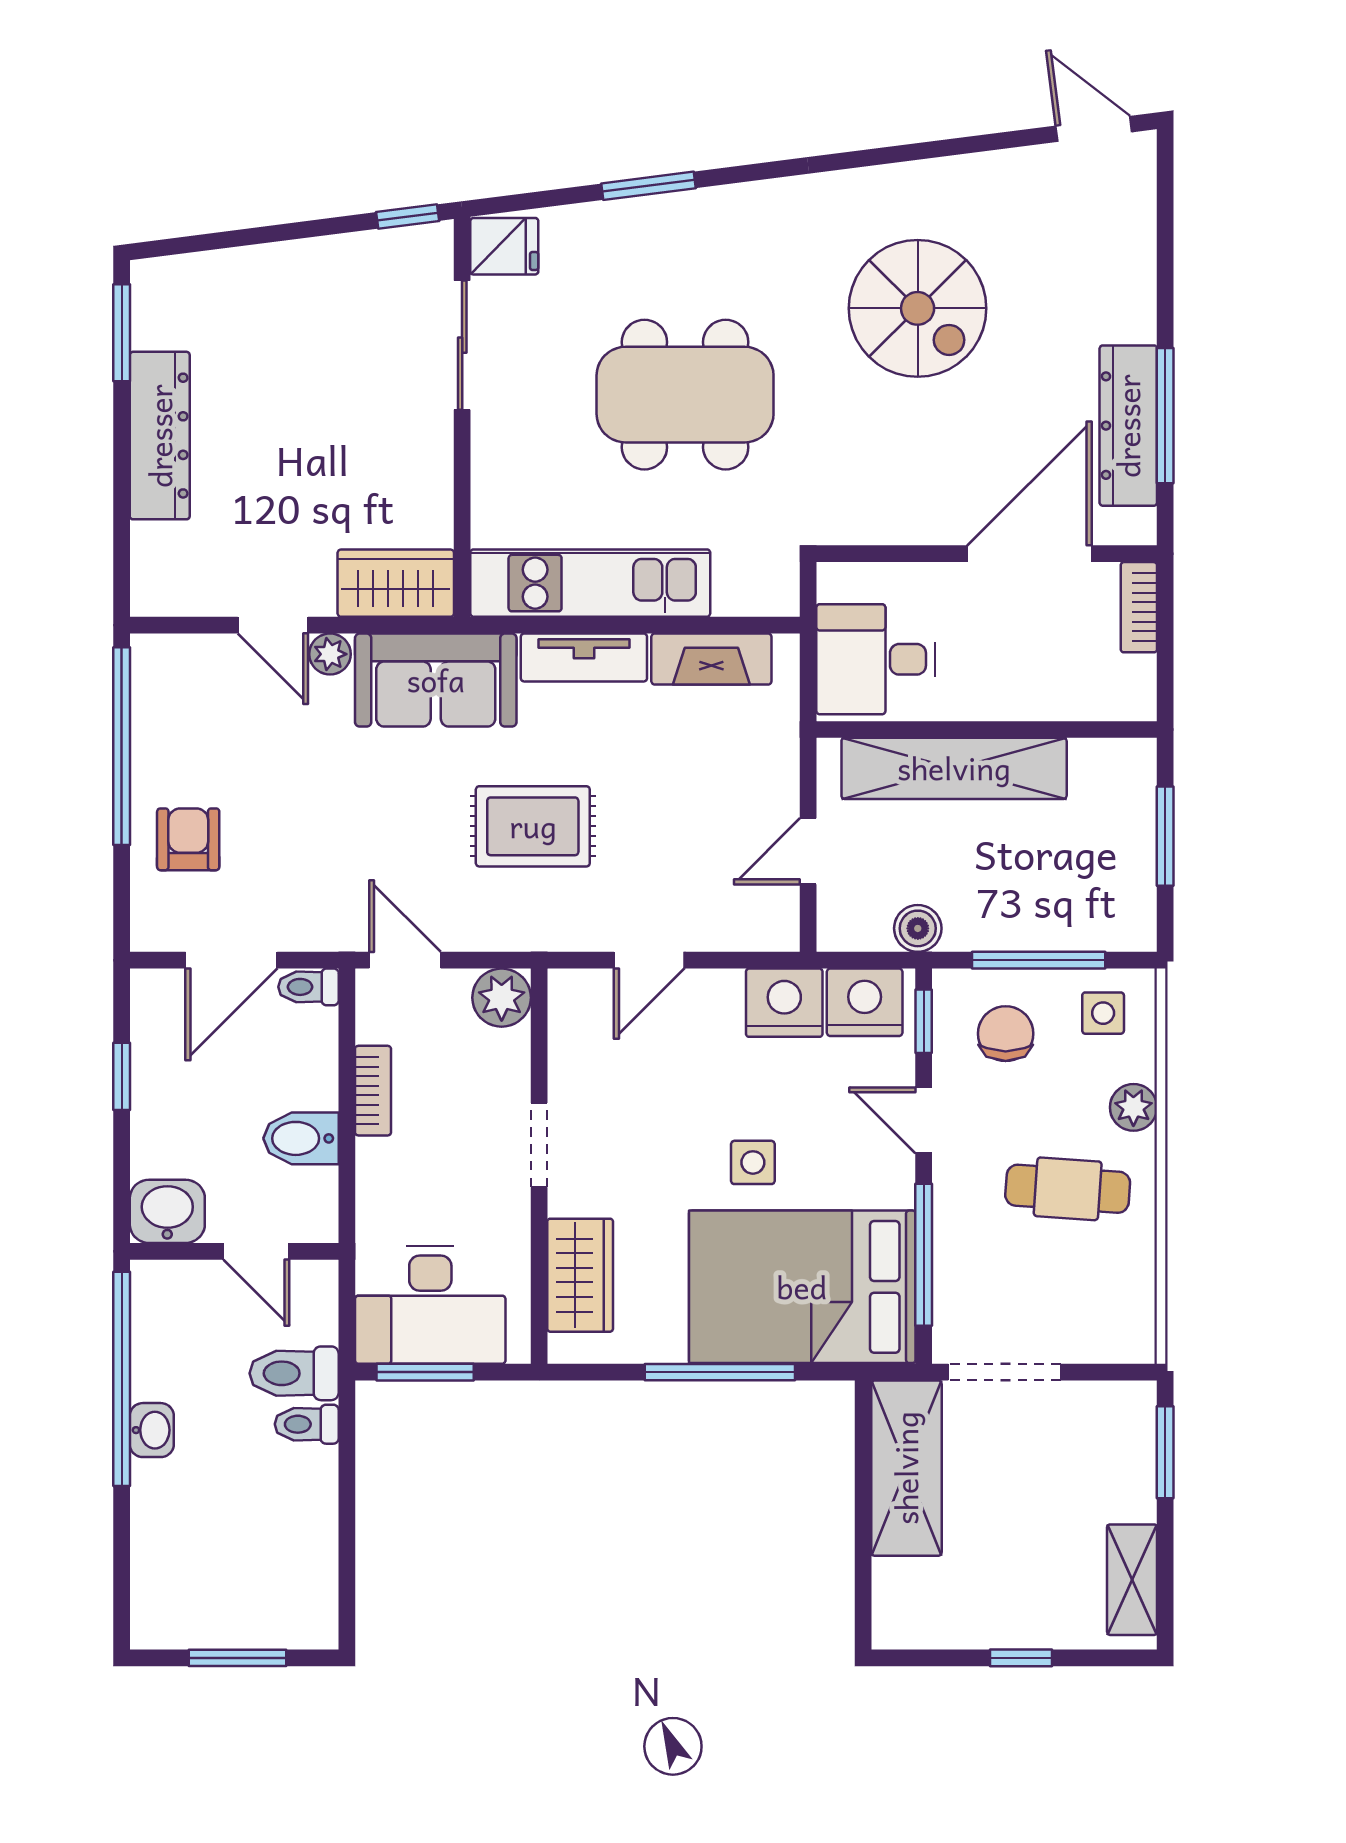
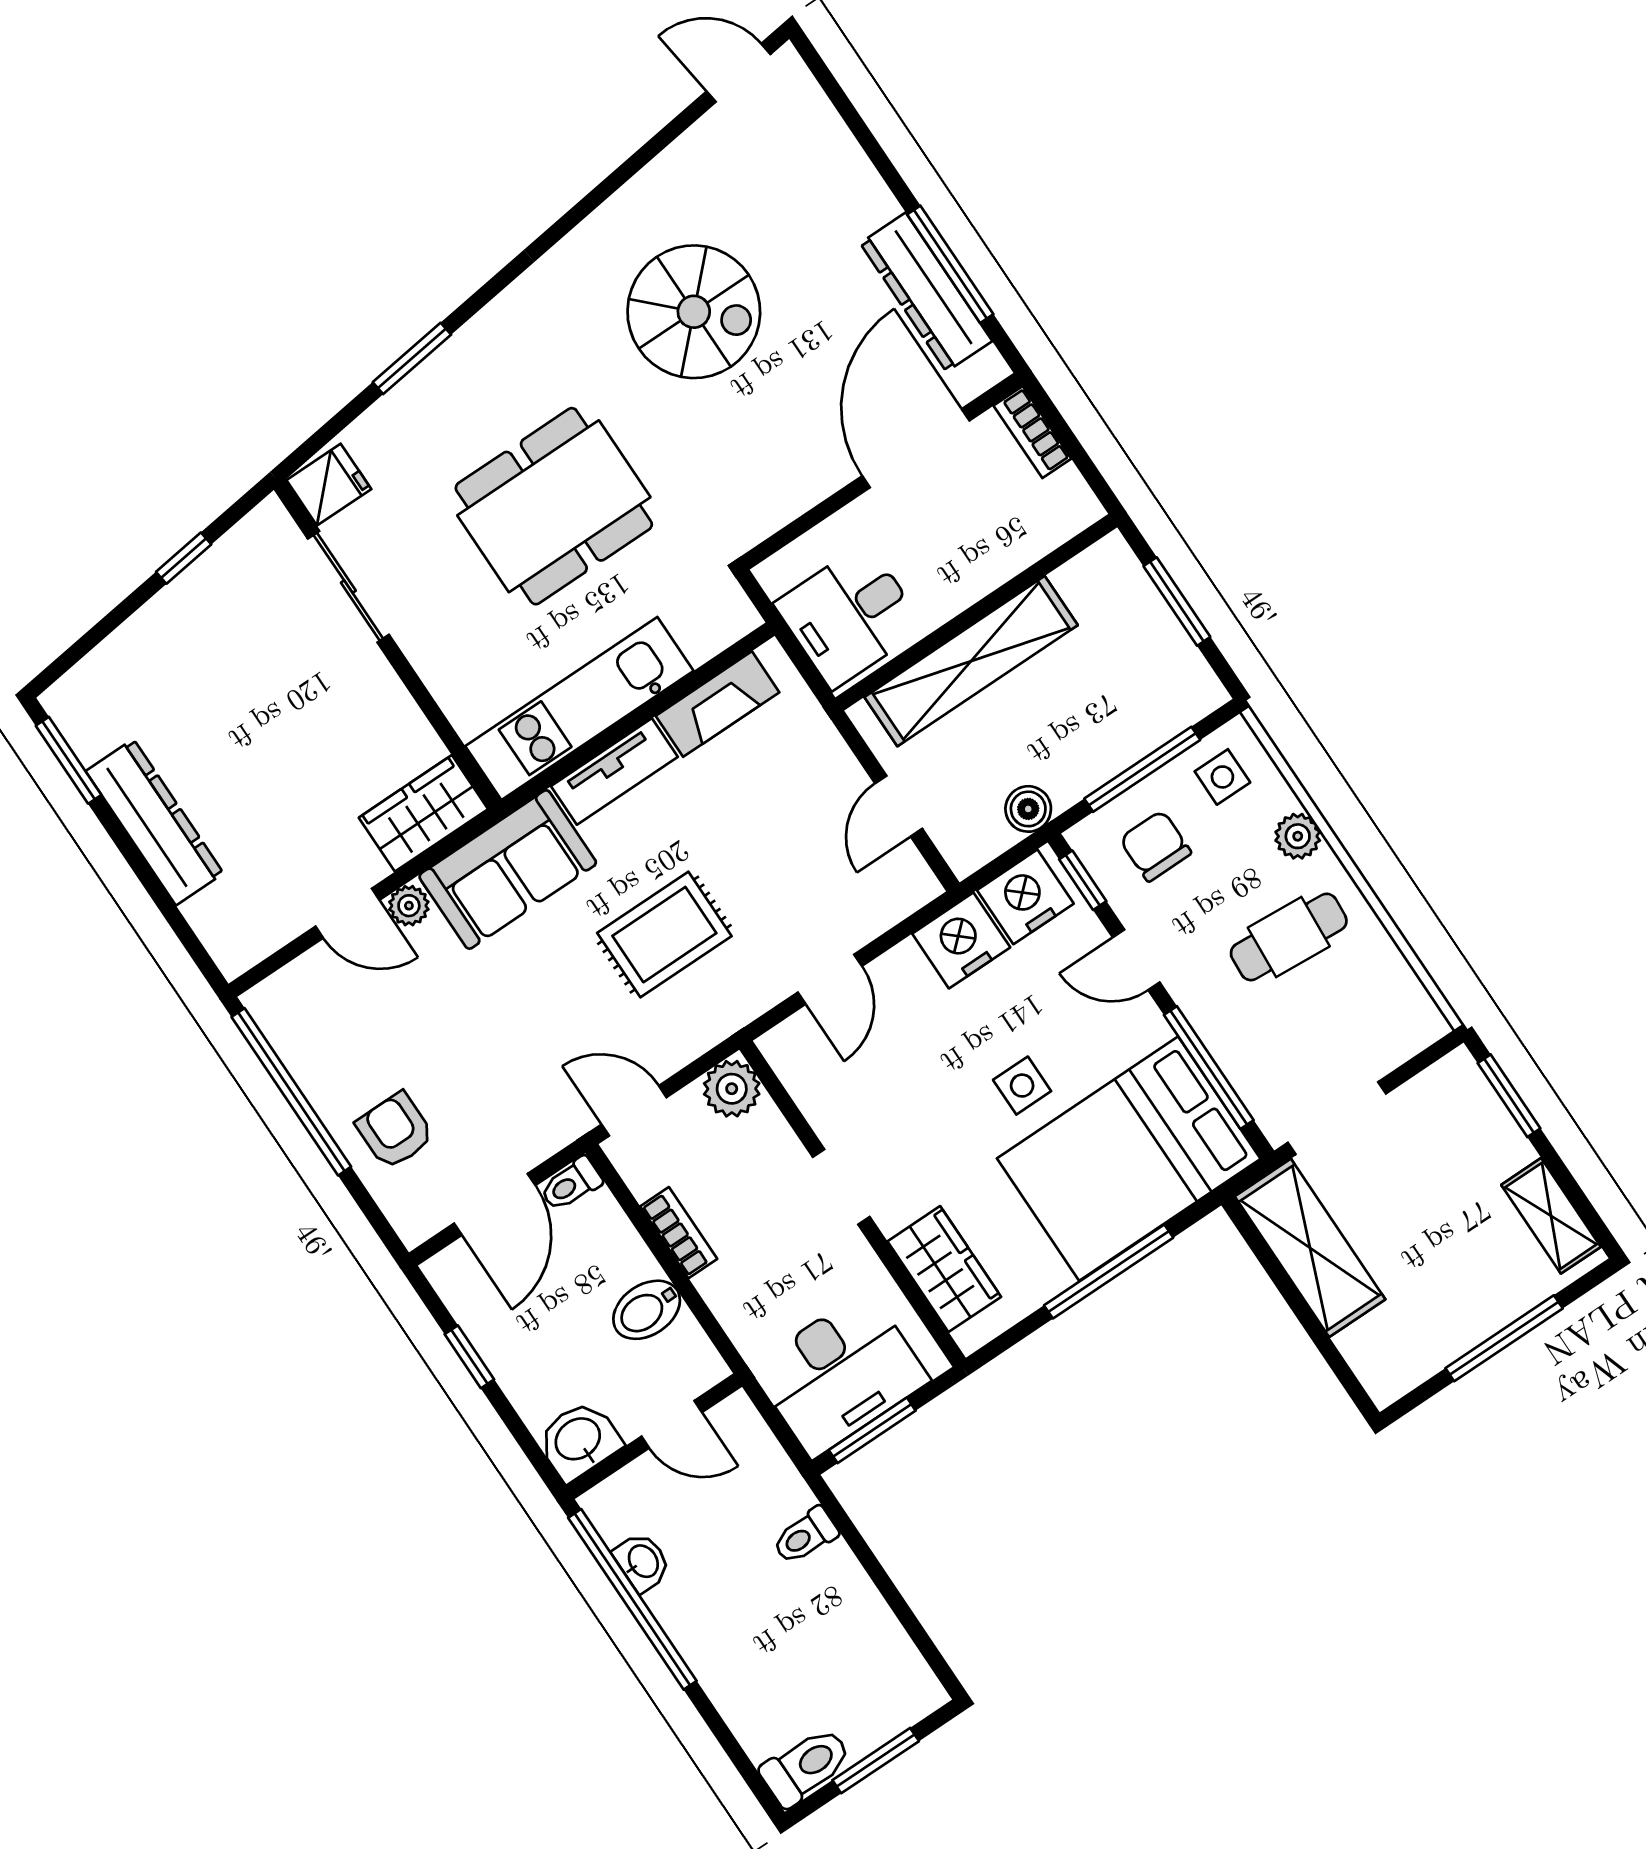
window: (408, 217) -> (184, 558), moved
toilet: (294, 1373) -> (806, 1766), moved, turned 180
washbasin: (152, 1430) -> (642, 1562), moved
window: (1021, 1658) -> (1504, 1338), width x2.17

